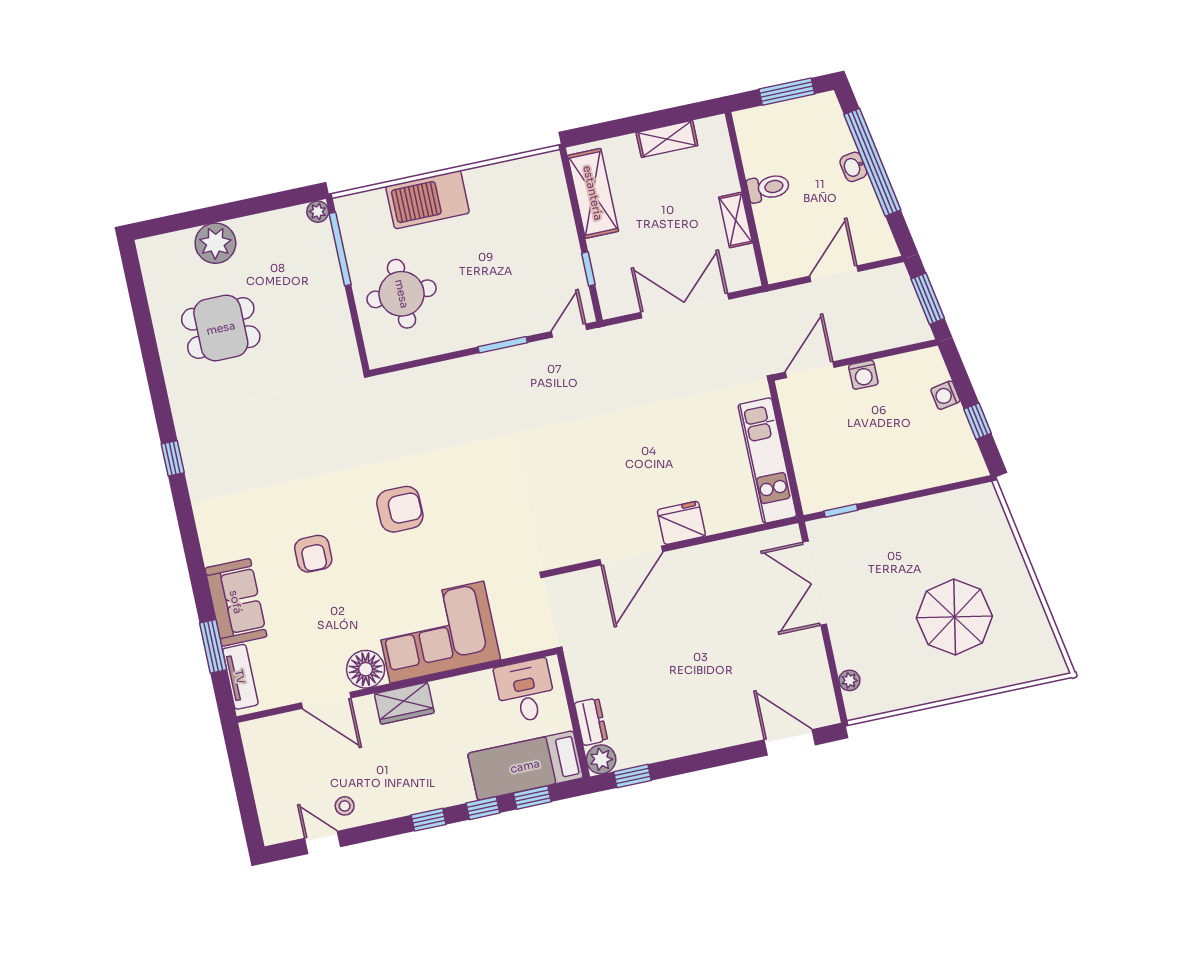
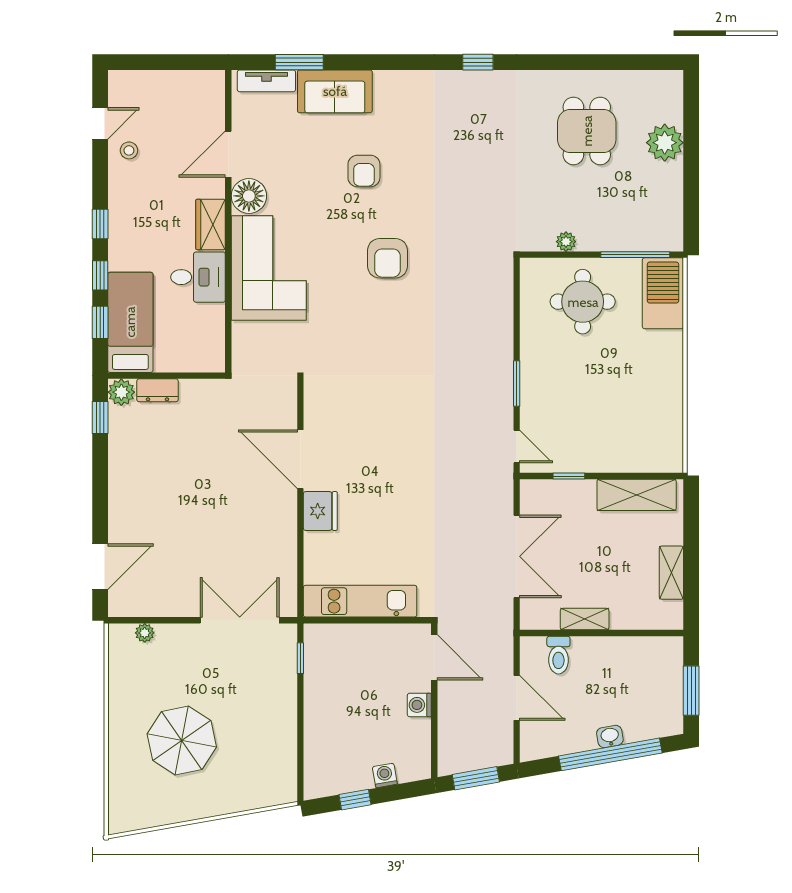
toilet: (768, 188) -> (558, 655), moved
barbecue: (428, 200) -> (663, 293), moved
plant: (318, 212) -> (566, 242), moved
armchair: (313, 554) -> (364, 171), turned -90
desk: (525, 691) -> (198, 277), moved

